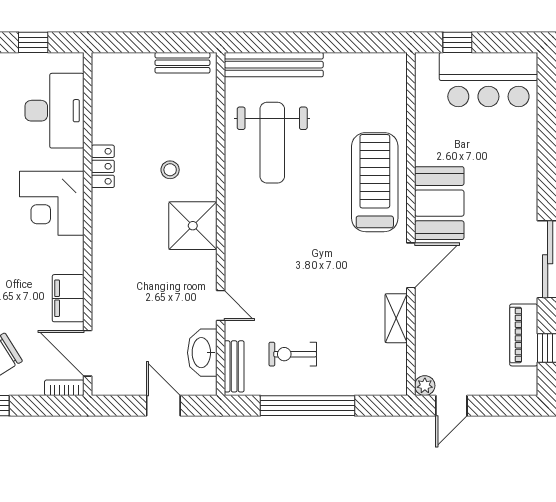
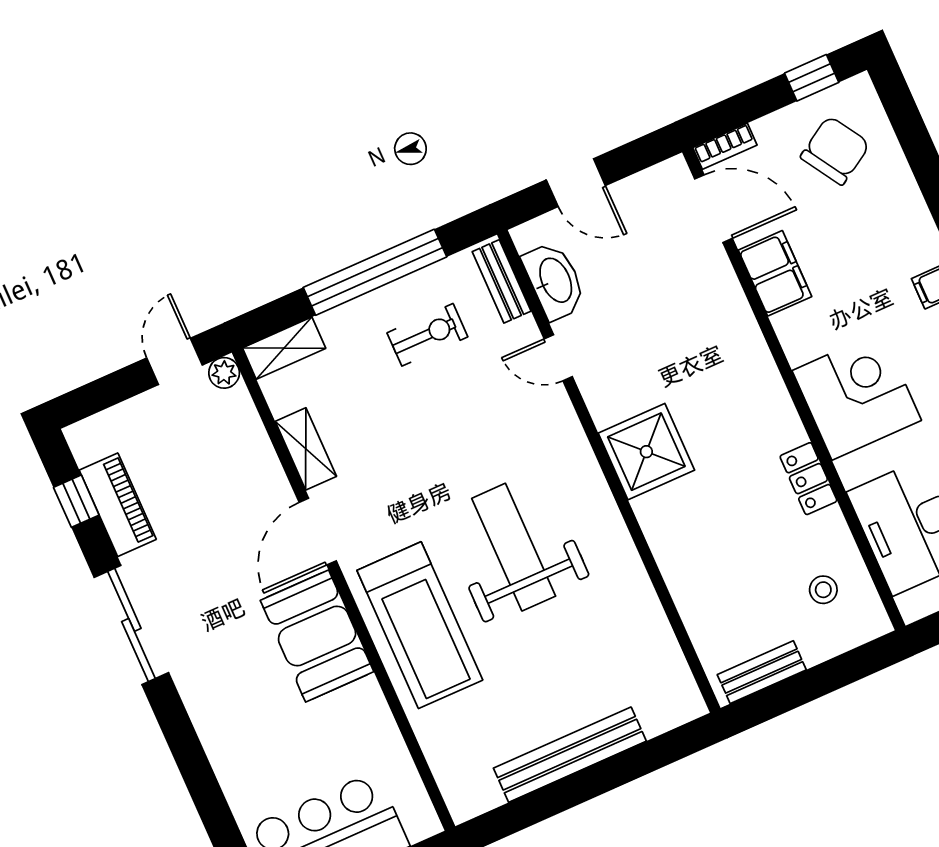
bench: (274, 65) -> (570, 755), moved
weight bench: (272, 143) -> (514, 547), moved
stool: (170, 170) -> (823, 590), moved
shelving: (382, 384) -> (284, 348), added

